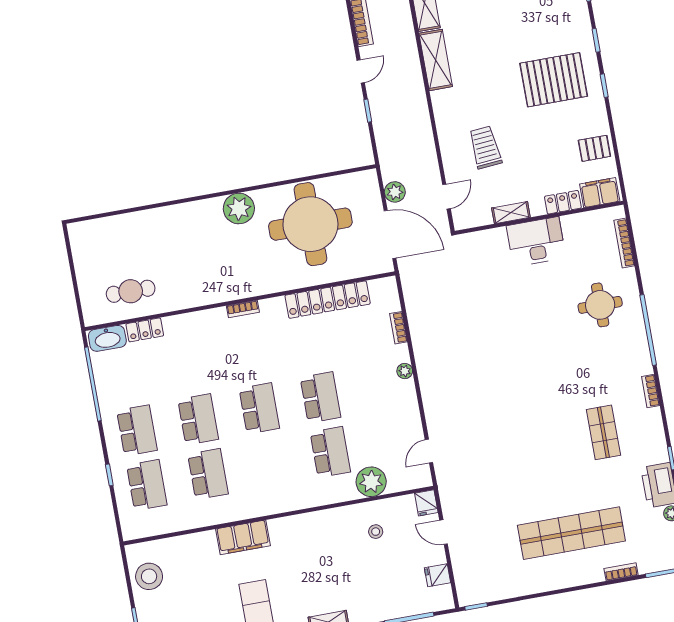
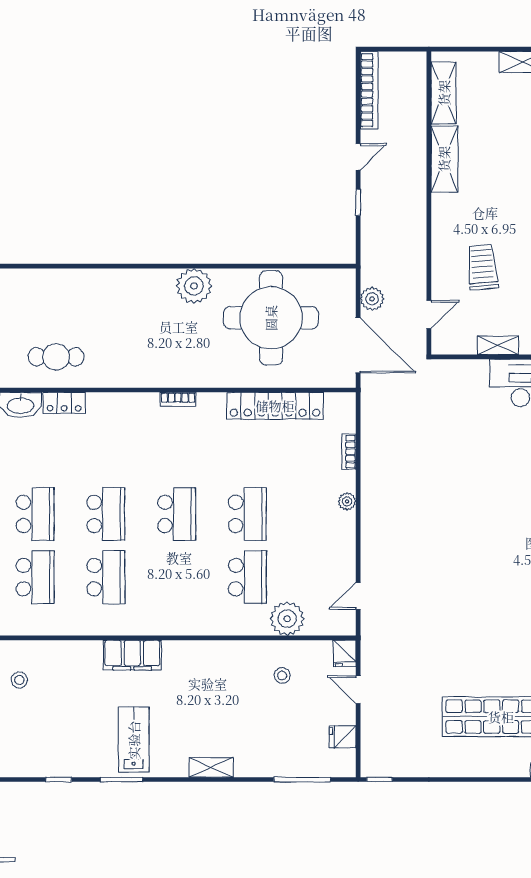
stool: (149, 576) -> (19, 680), width x0.53, depth x0.53

